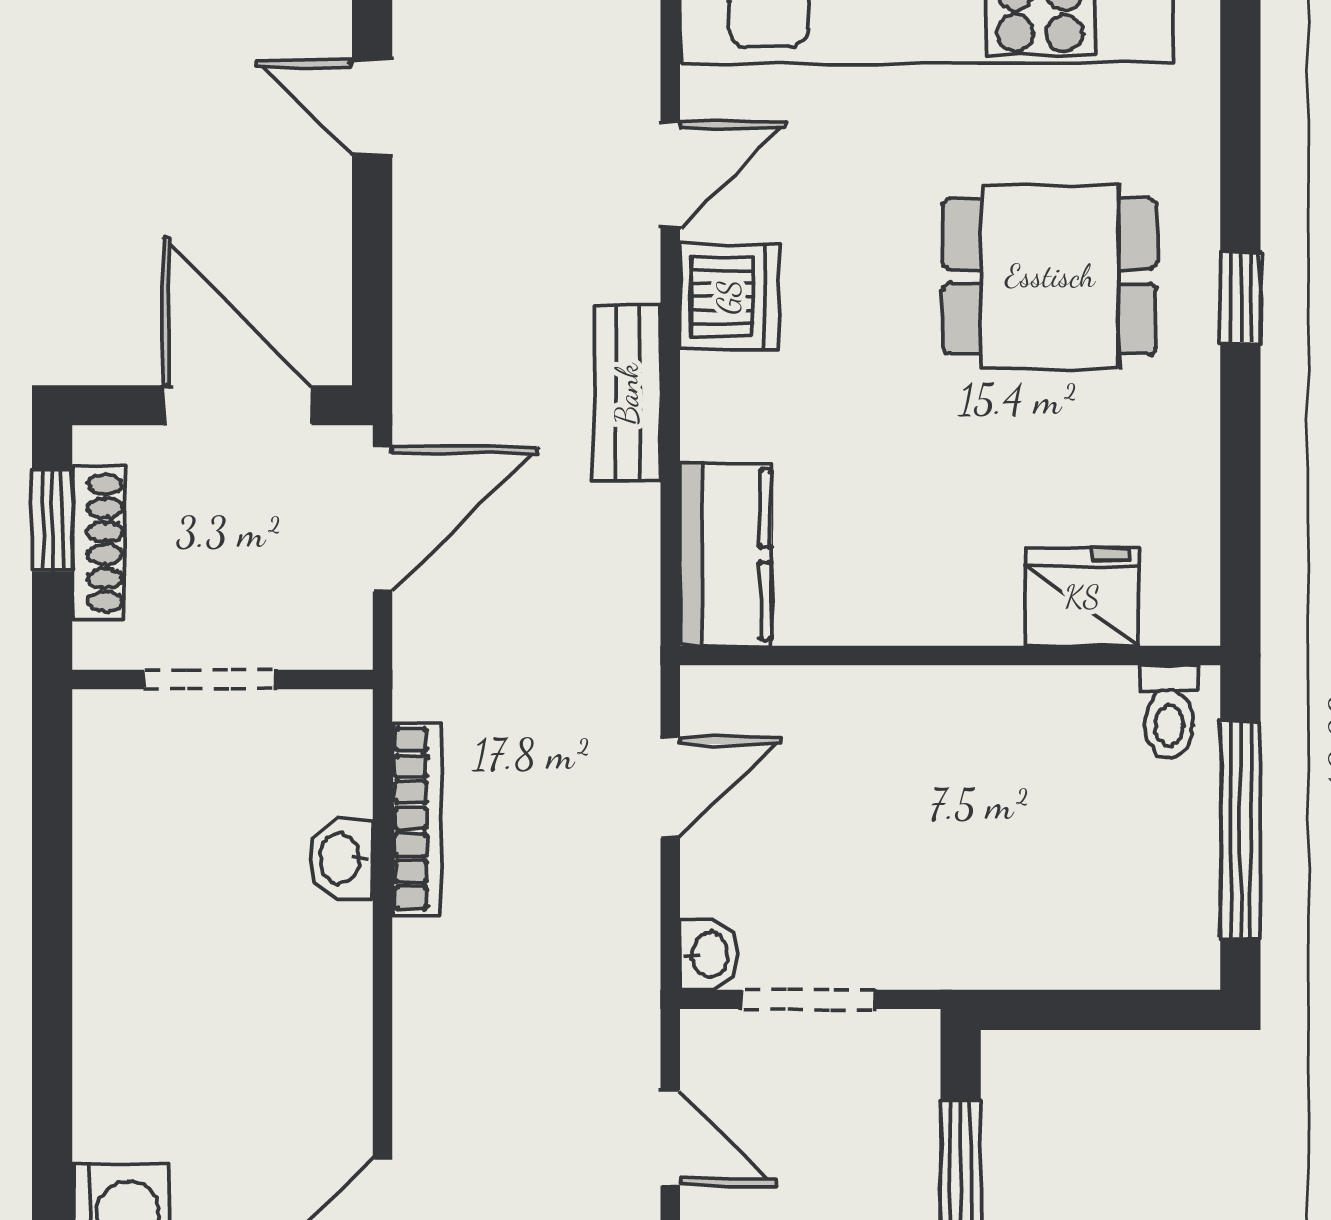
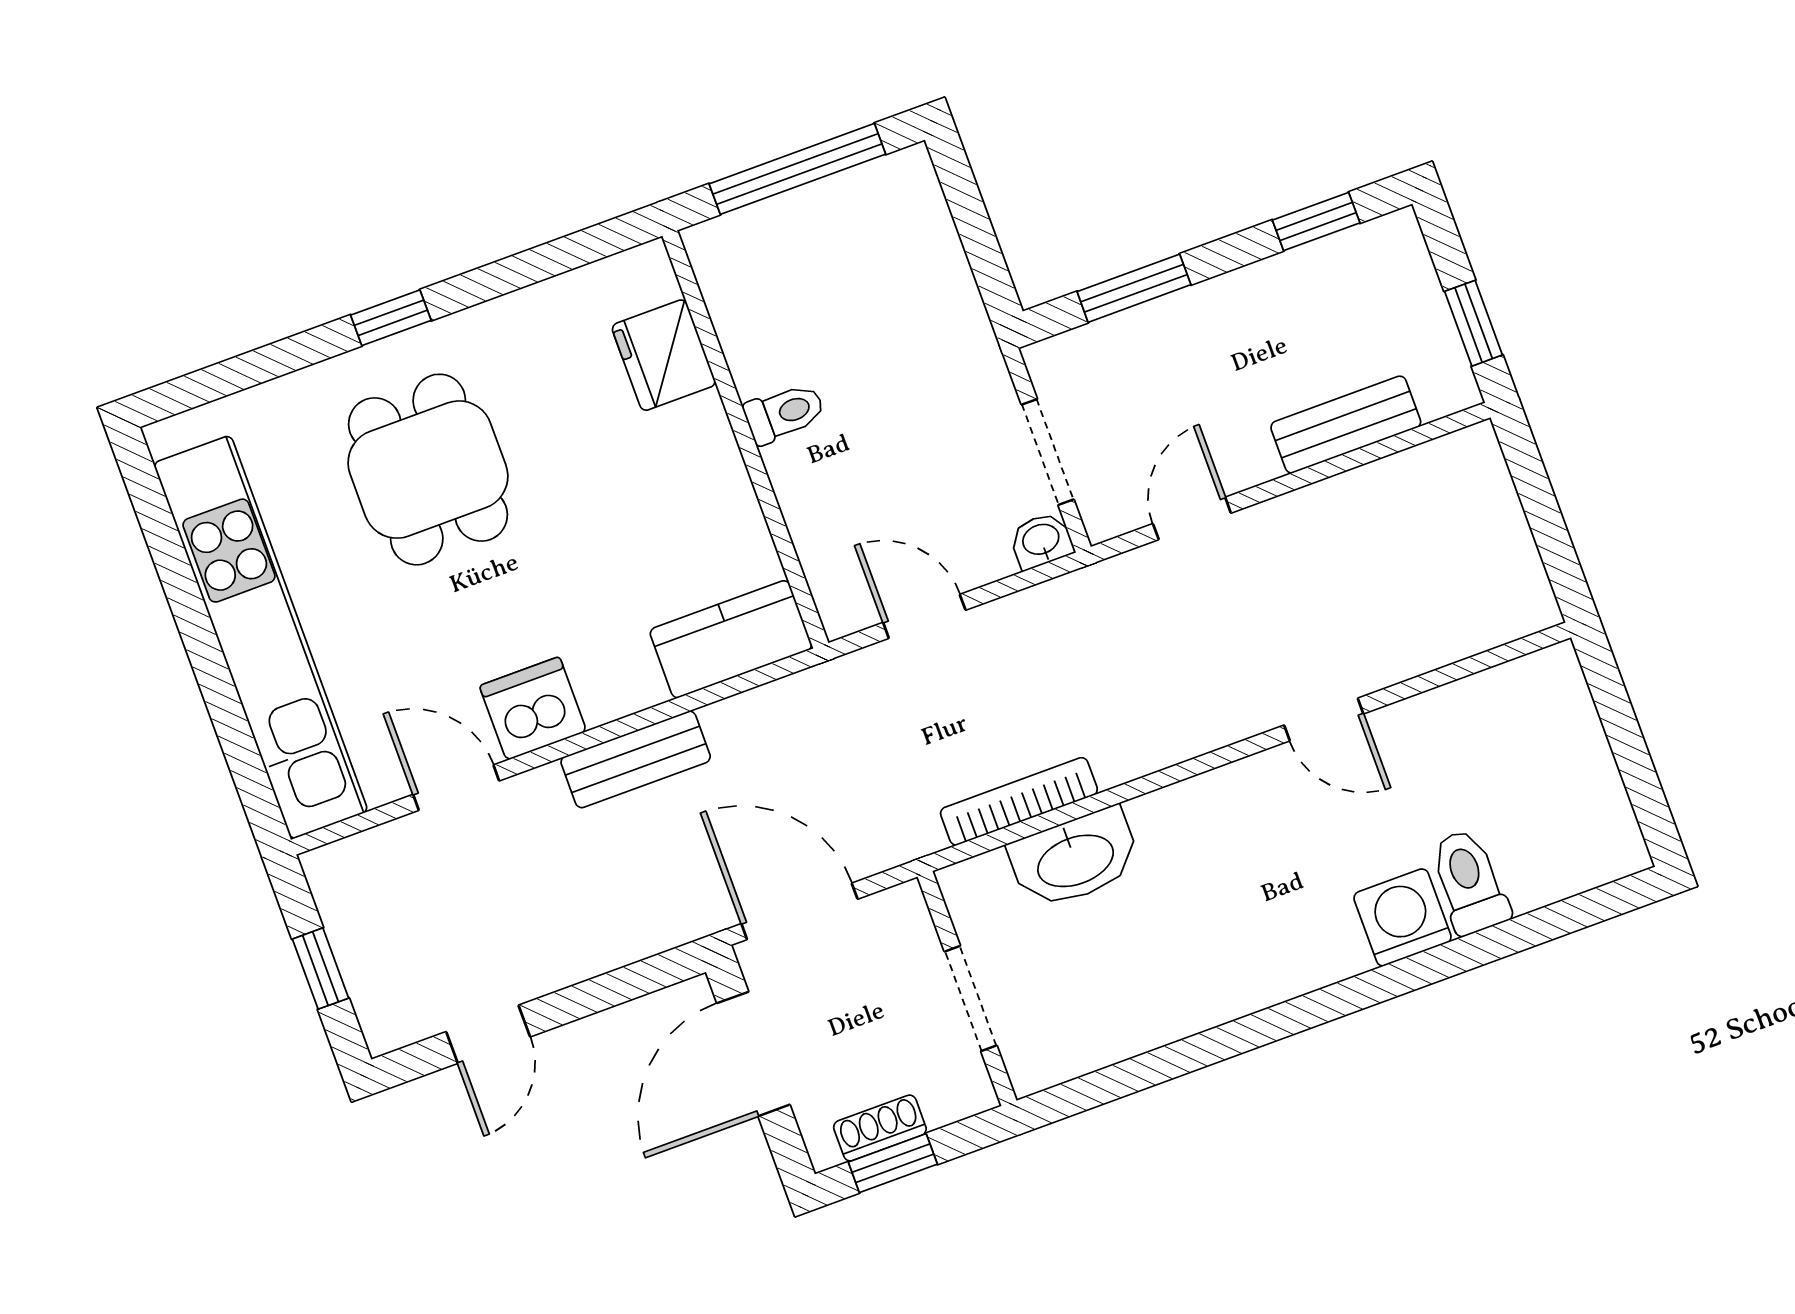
shoe rack: (98, 543) -> (880, 1128), width x0.70
toilet: (1169, 712) -> (784, 413), moved
washbasin: (341, 859) -> (1075, 859), width x1.91, depth x1.45

